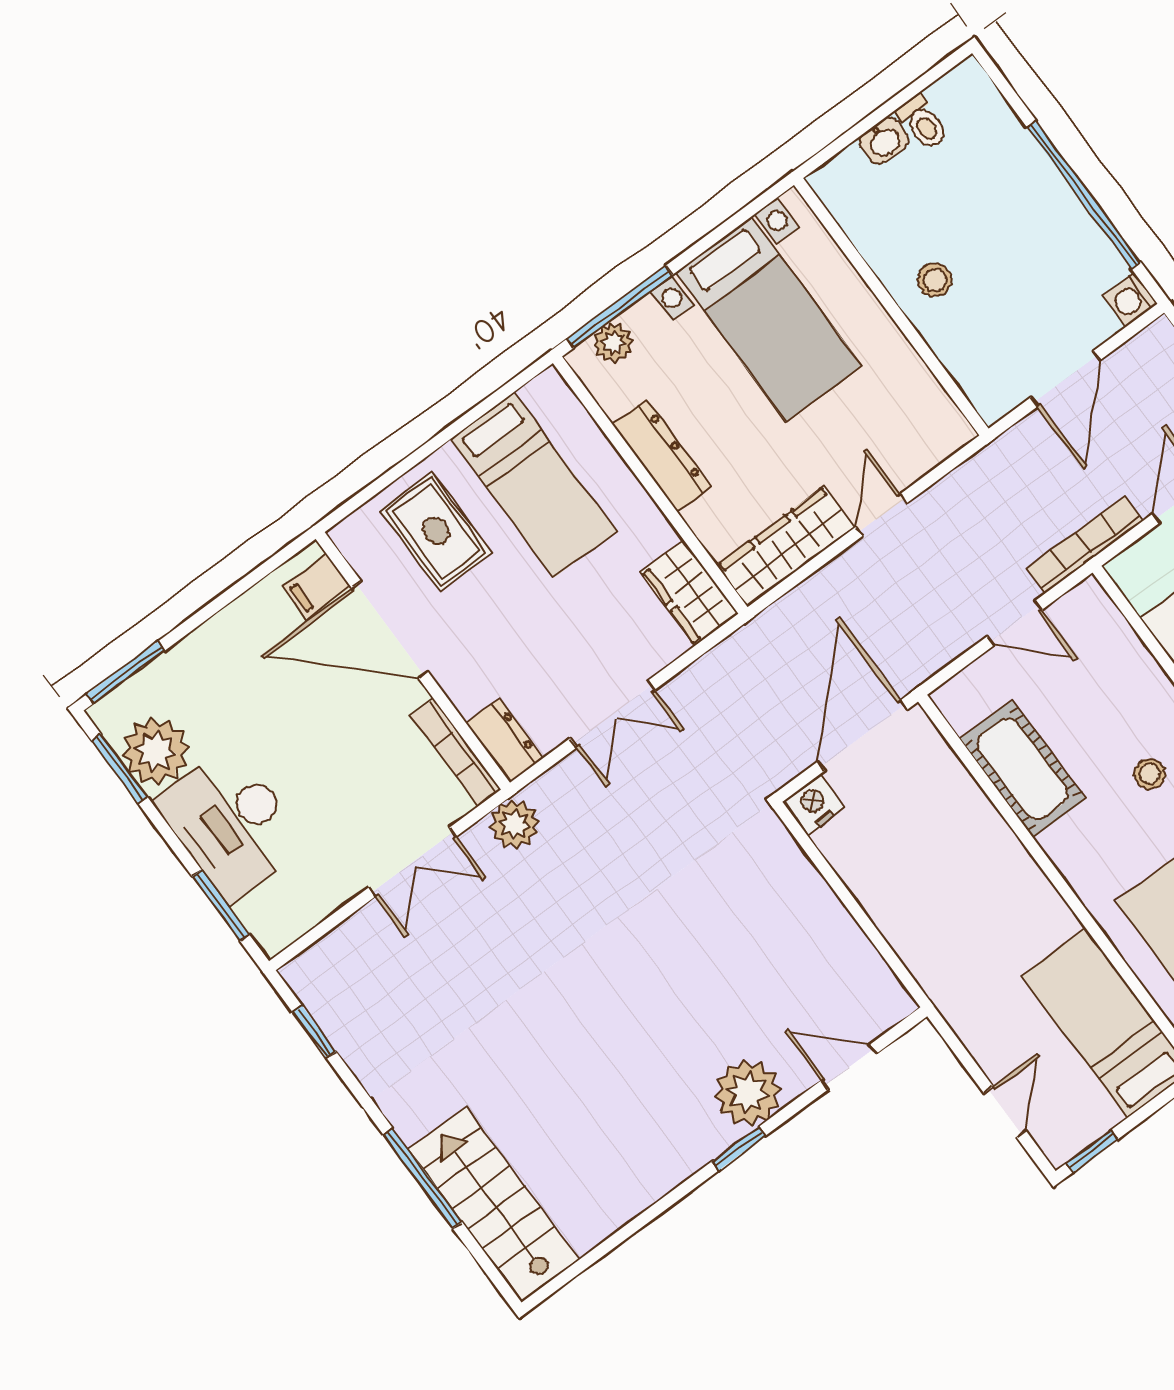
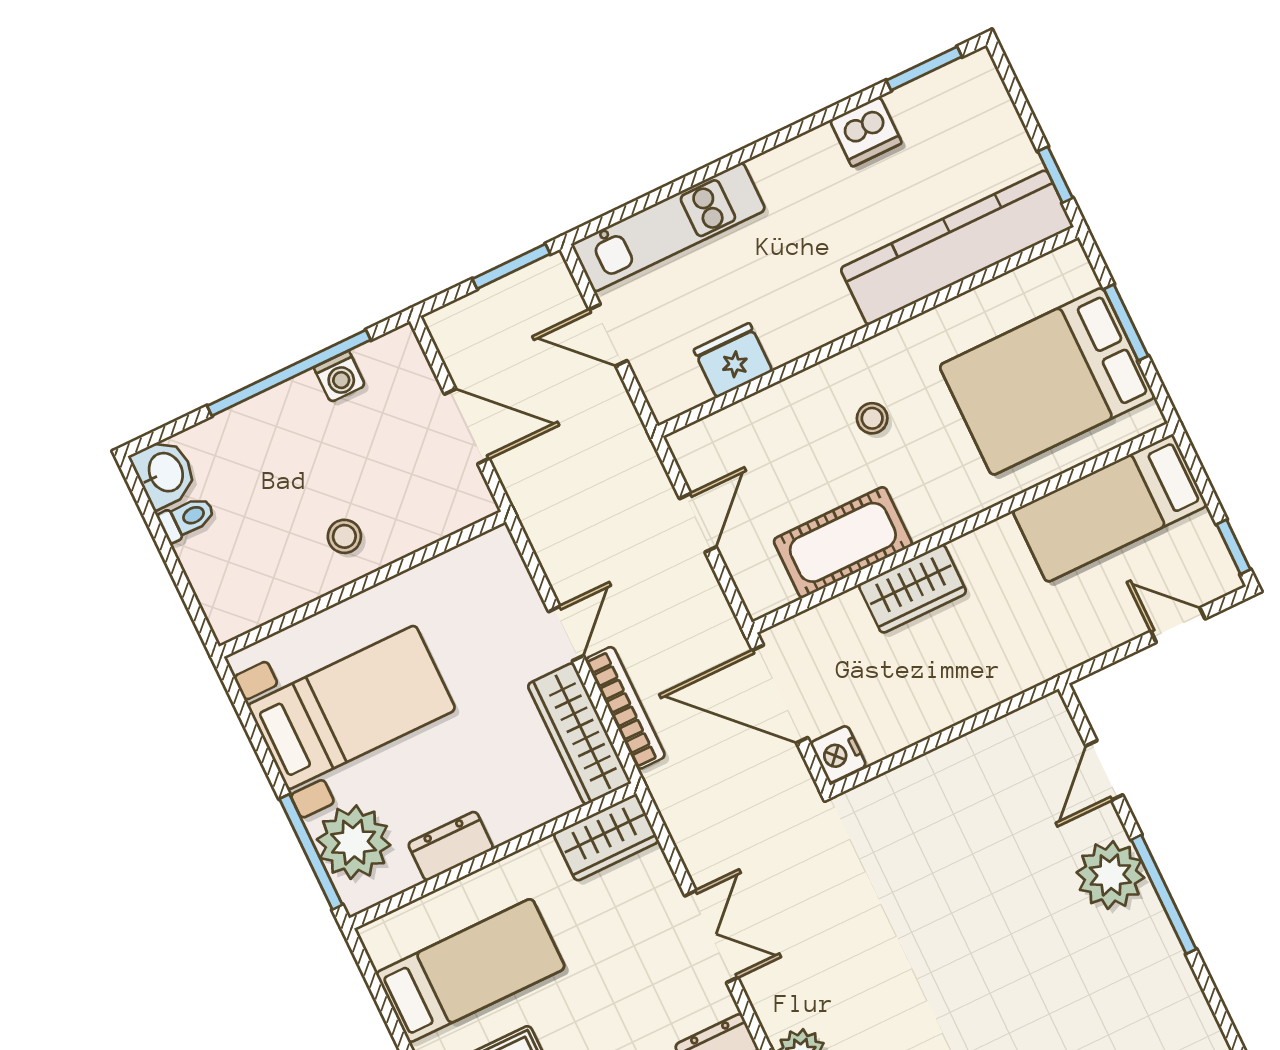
washbasin: (884, 141) -> (164, 473), moved, width x1.38, depth x1.45
washing machine: (1130, 300) -> (340, 376), moved
plant: (613, 343) -> (354, 842), width x1.87, depth x1.87
dresser: (662, 456) -> (451, 846), width x0.70
door: (881, 515) -> (566, 634), swing flipped
bookcase: (1085, 545) -> (625, 708), moved, turned 180
wardrobe: (990, 845) -> (913, 589), added
window: (739, 1149) -> (1164, 894), width x2.17

